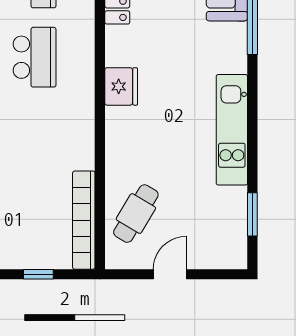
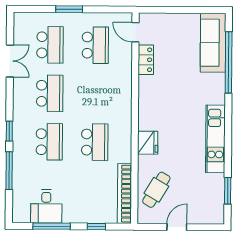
school desk: (35, 57) -> (95, 142), moved
fridge: (121, 86) -> (148, 143), moved

